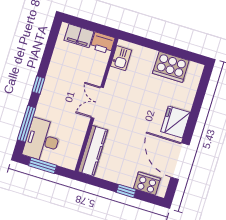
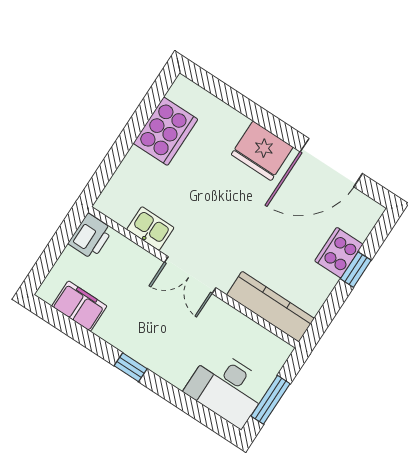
filing cabinet: (79, 36) -> (79, 306), moved, turned -90
kitchen sink: (121, 58) -> (150, 229), moved
window: (26, 124) -> (191, 407), removed
cooker: (147, 184) -> (339, 253), moved

